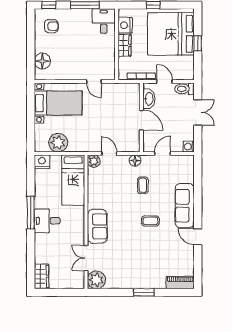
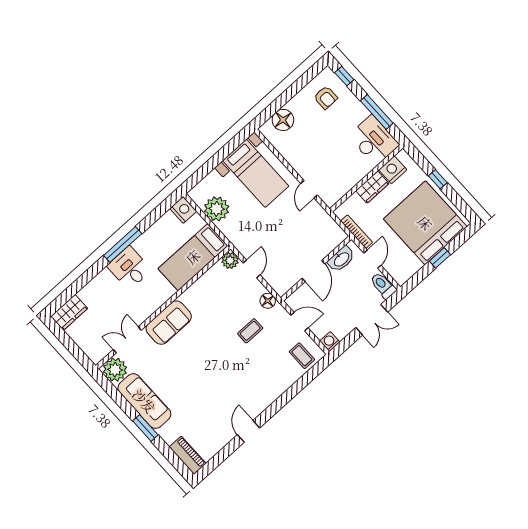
desk: (104, 21) -> (374, 140), width x1.37
sofa: (185, 206) -> (144, 401), moved, turned 90
coffee table: (150, 221) -> (302, 356), moved

